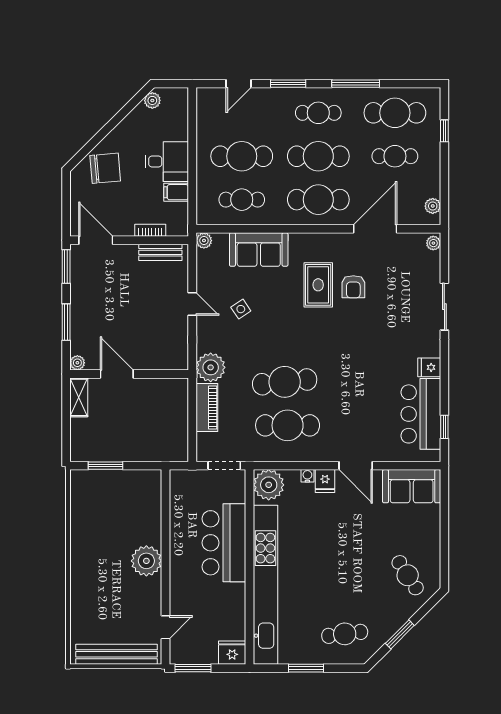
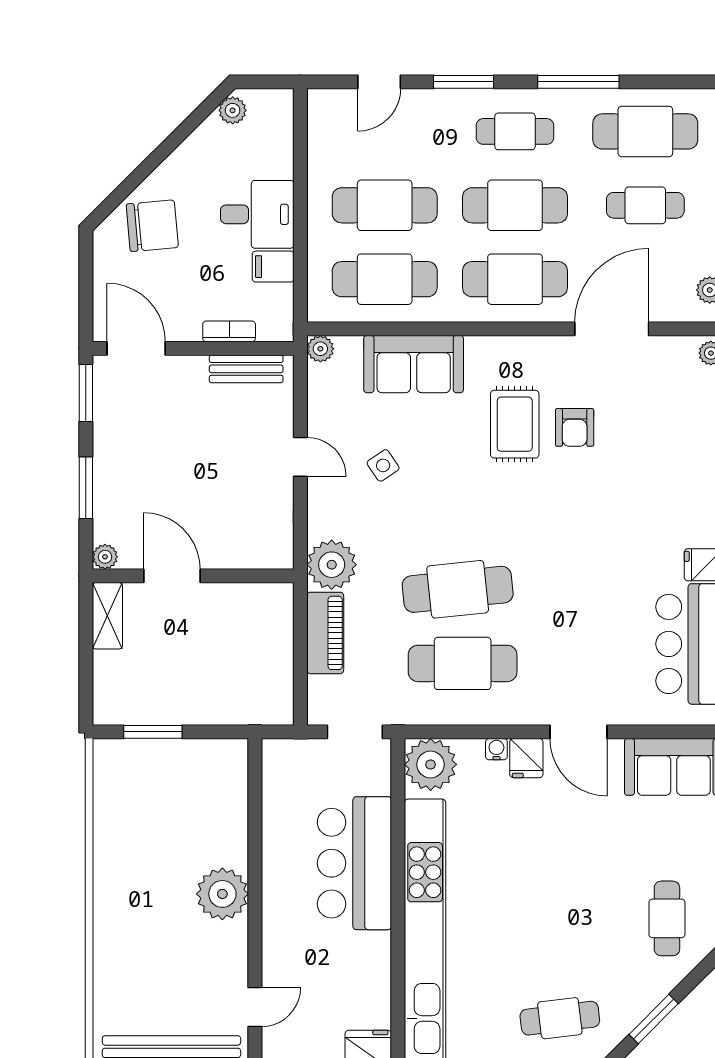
cafe table: (242, 200) -> (385, 279), width x1.37, depth x1.35
cafe table: (408, 575) -> (667, 918), turned 33

